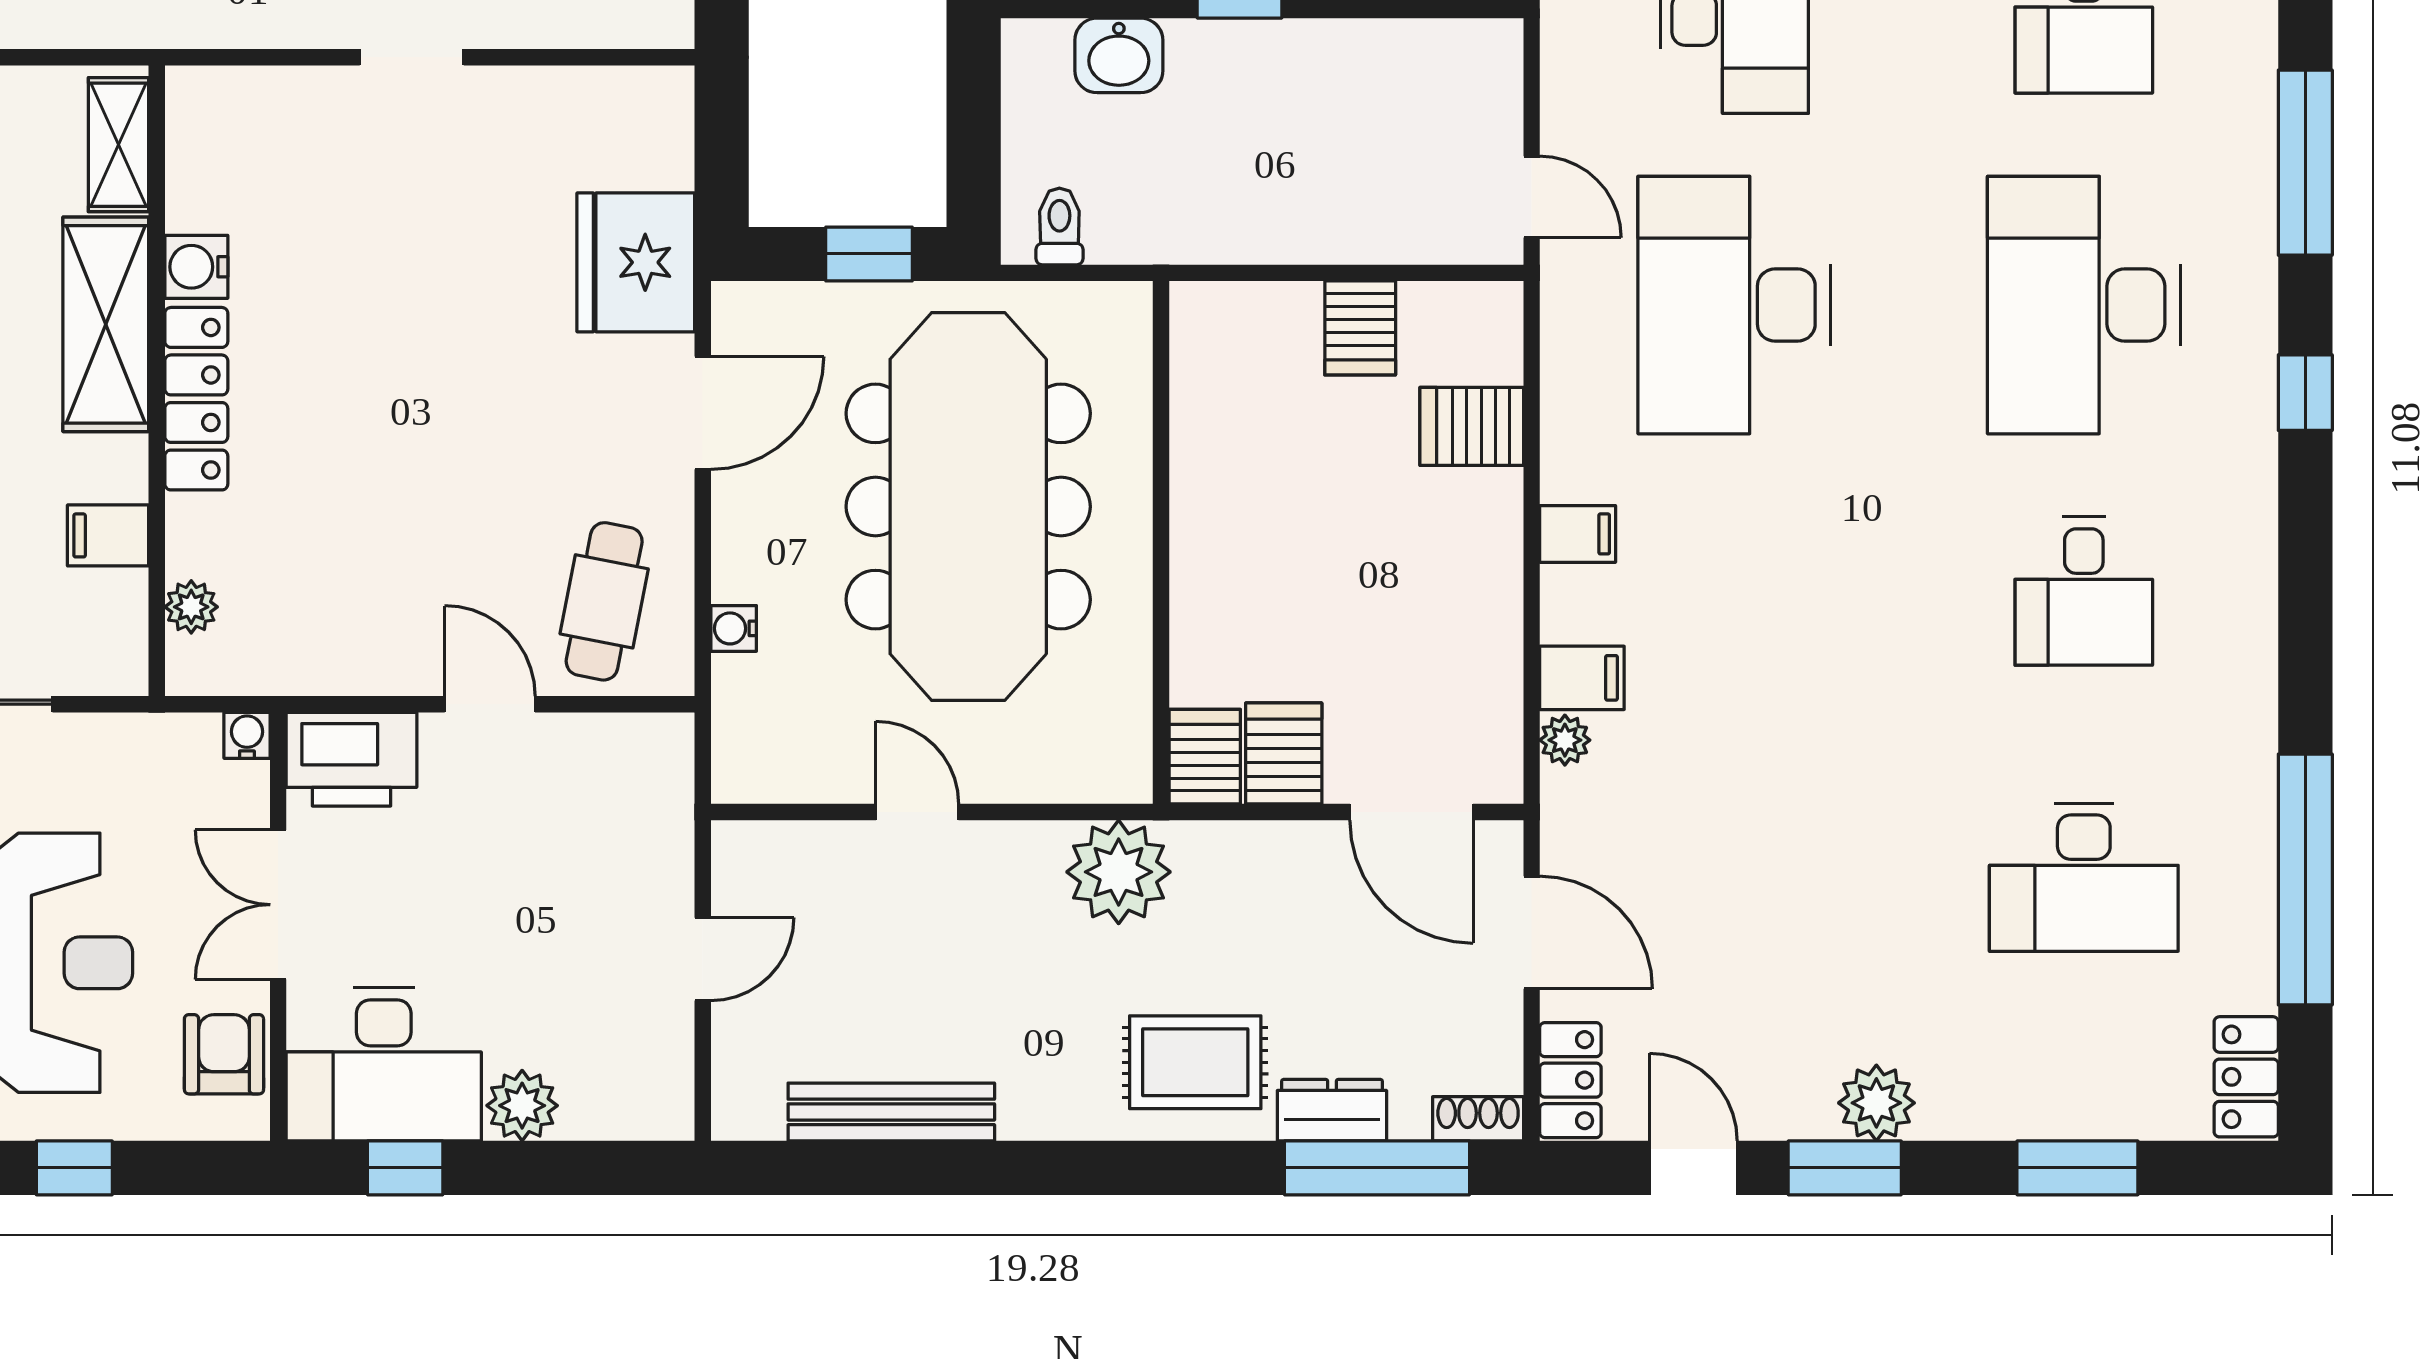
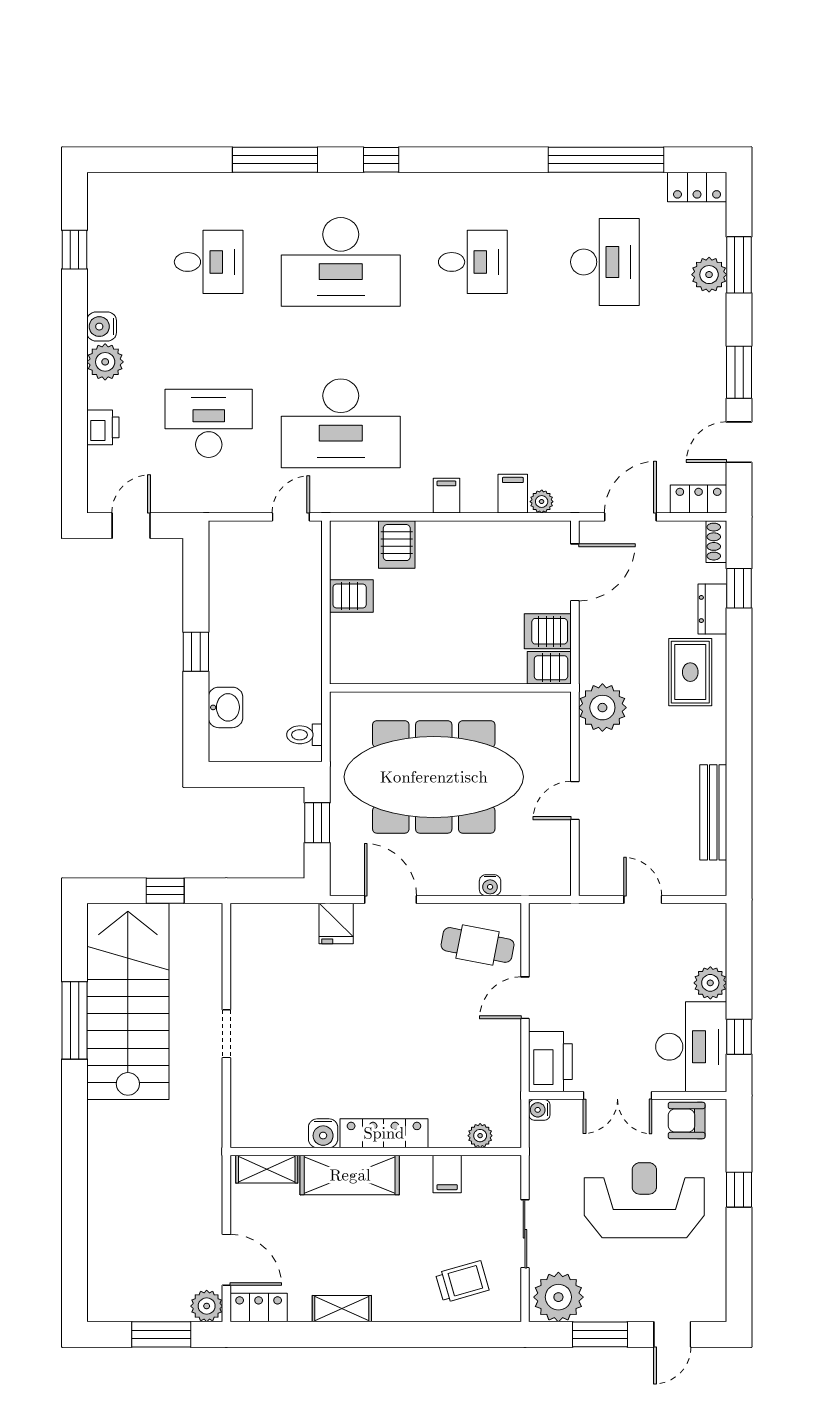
fridge: (636, 262) -> (336, 924), width x0.53, depth x0.75
plant: (1876, 1103) -> (709, 275), moved
window: (1377, 1168) -> (739, 588), width x0.46

